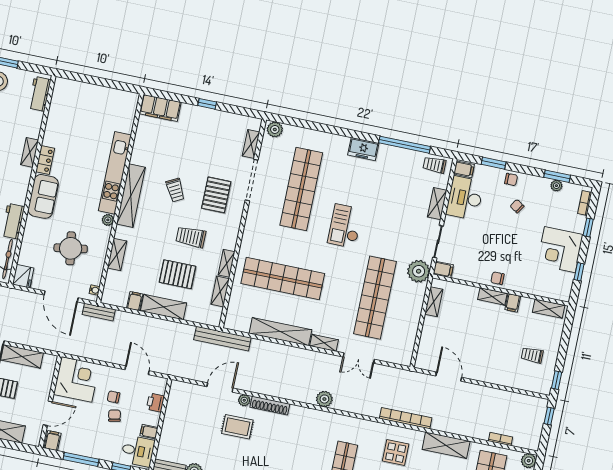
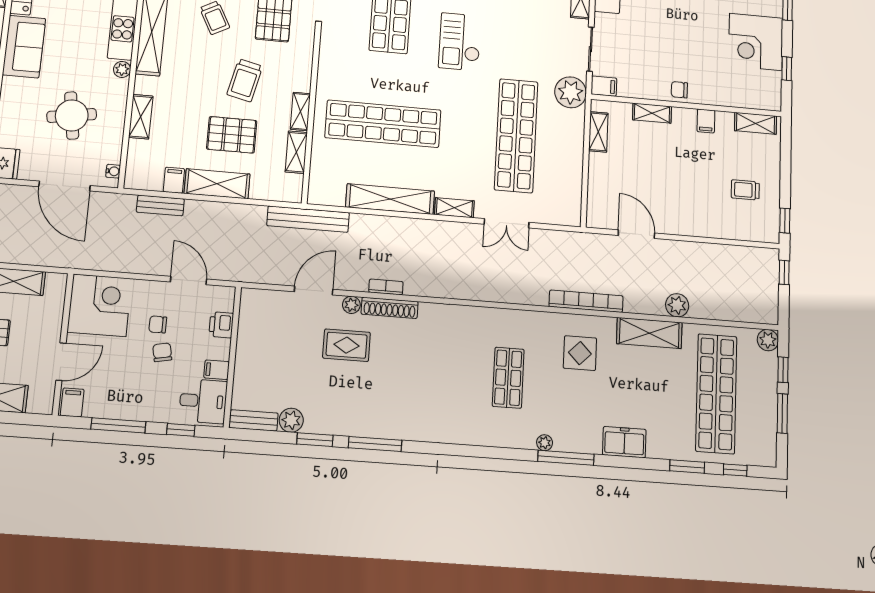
trolley: (191, 237) -> (245, 80), turned -77
shelving: (492, 296) -> (652, 113), moved
bench: (99, 312) -> (160, 205), moved
plant: (324, 399) -> (677, 305), moved
bookcase: (501, 439) -> (386, 287), moved

